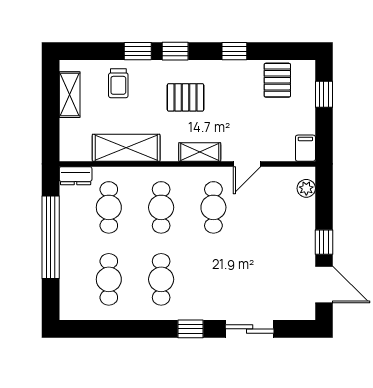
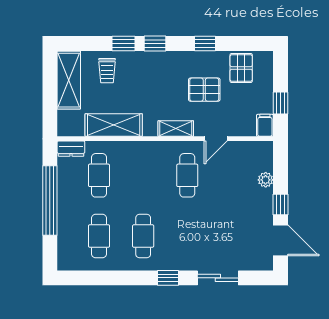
window: (324, 94) -> (281, 103), moved
shelving: (70, 95) -> (69, 80), width x1.50, depth x1.33
pallet: (185, 97) -> (204, 90), moved
plant: (306, 188) -> (266, 180), moved
cafe table: (161, 207) -> (143, 175), removed

